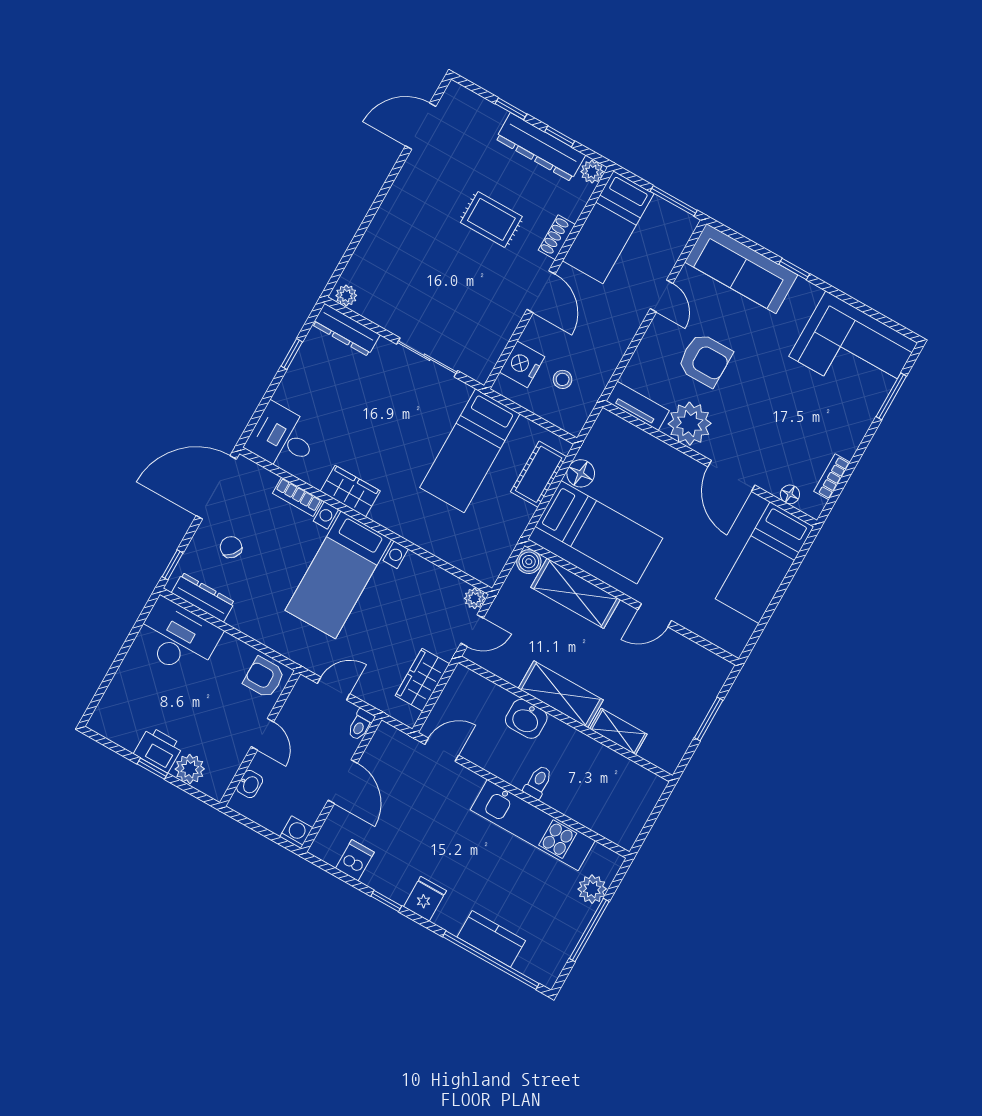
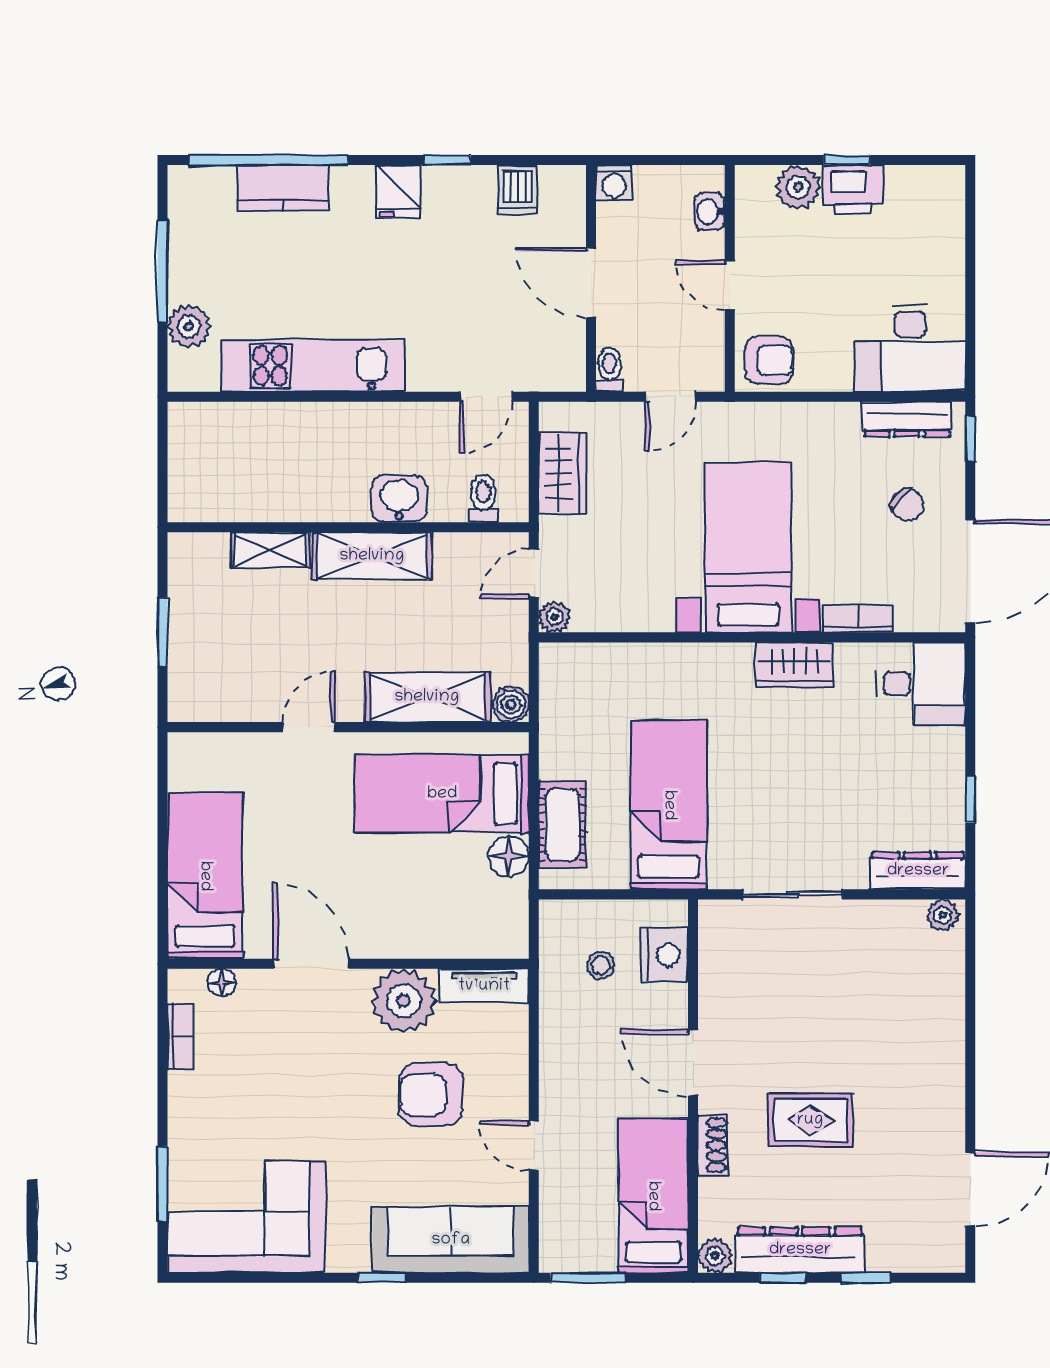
toilet: (538, 782) -> (483, 498), moved, turned 180

